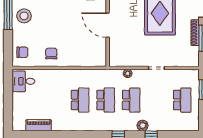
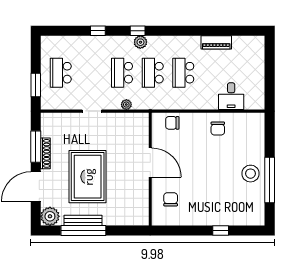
chair: (22, 52) -> (172, 123), moved
desk: (23, 81) -> (231, 96), moved, turned 90
piano: (39, 125) -> (216, 42), moved
plant: (143, 125) -> (140, 42), moved

